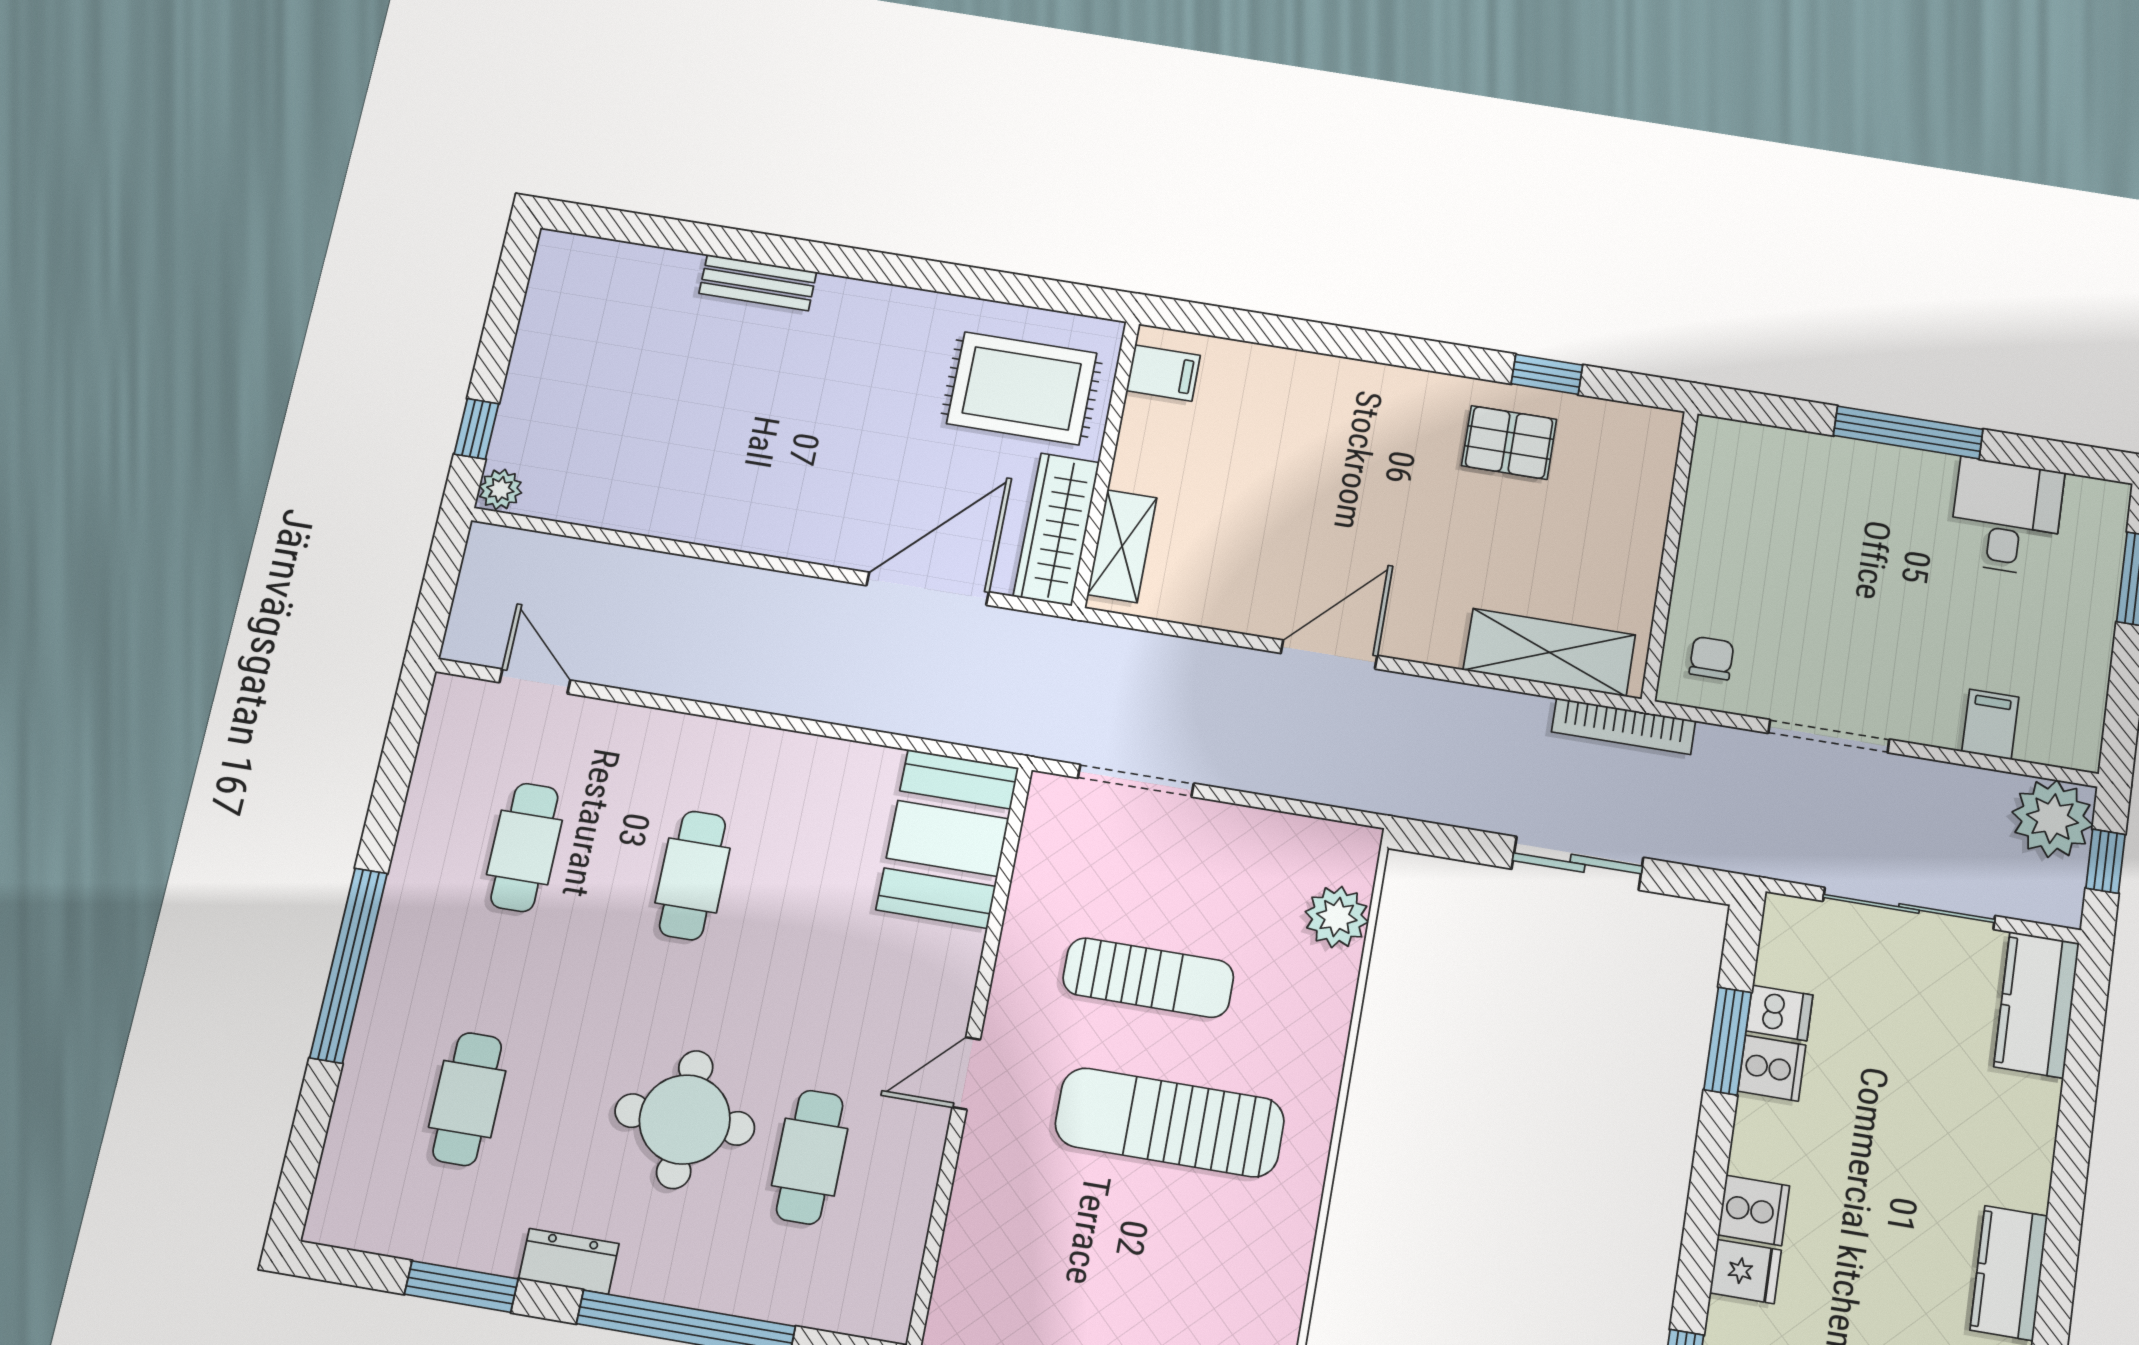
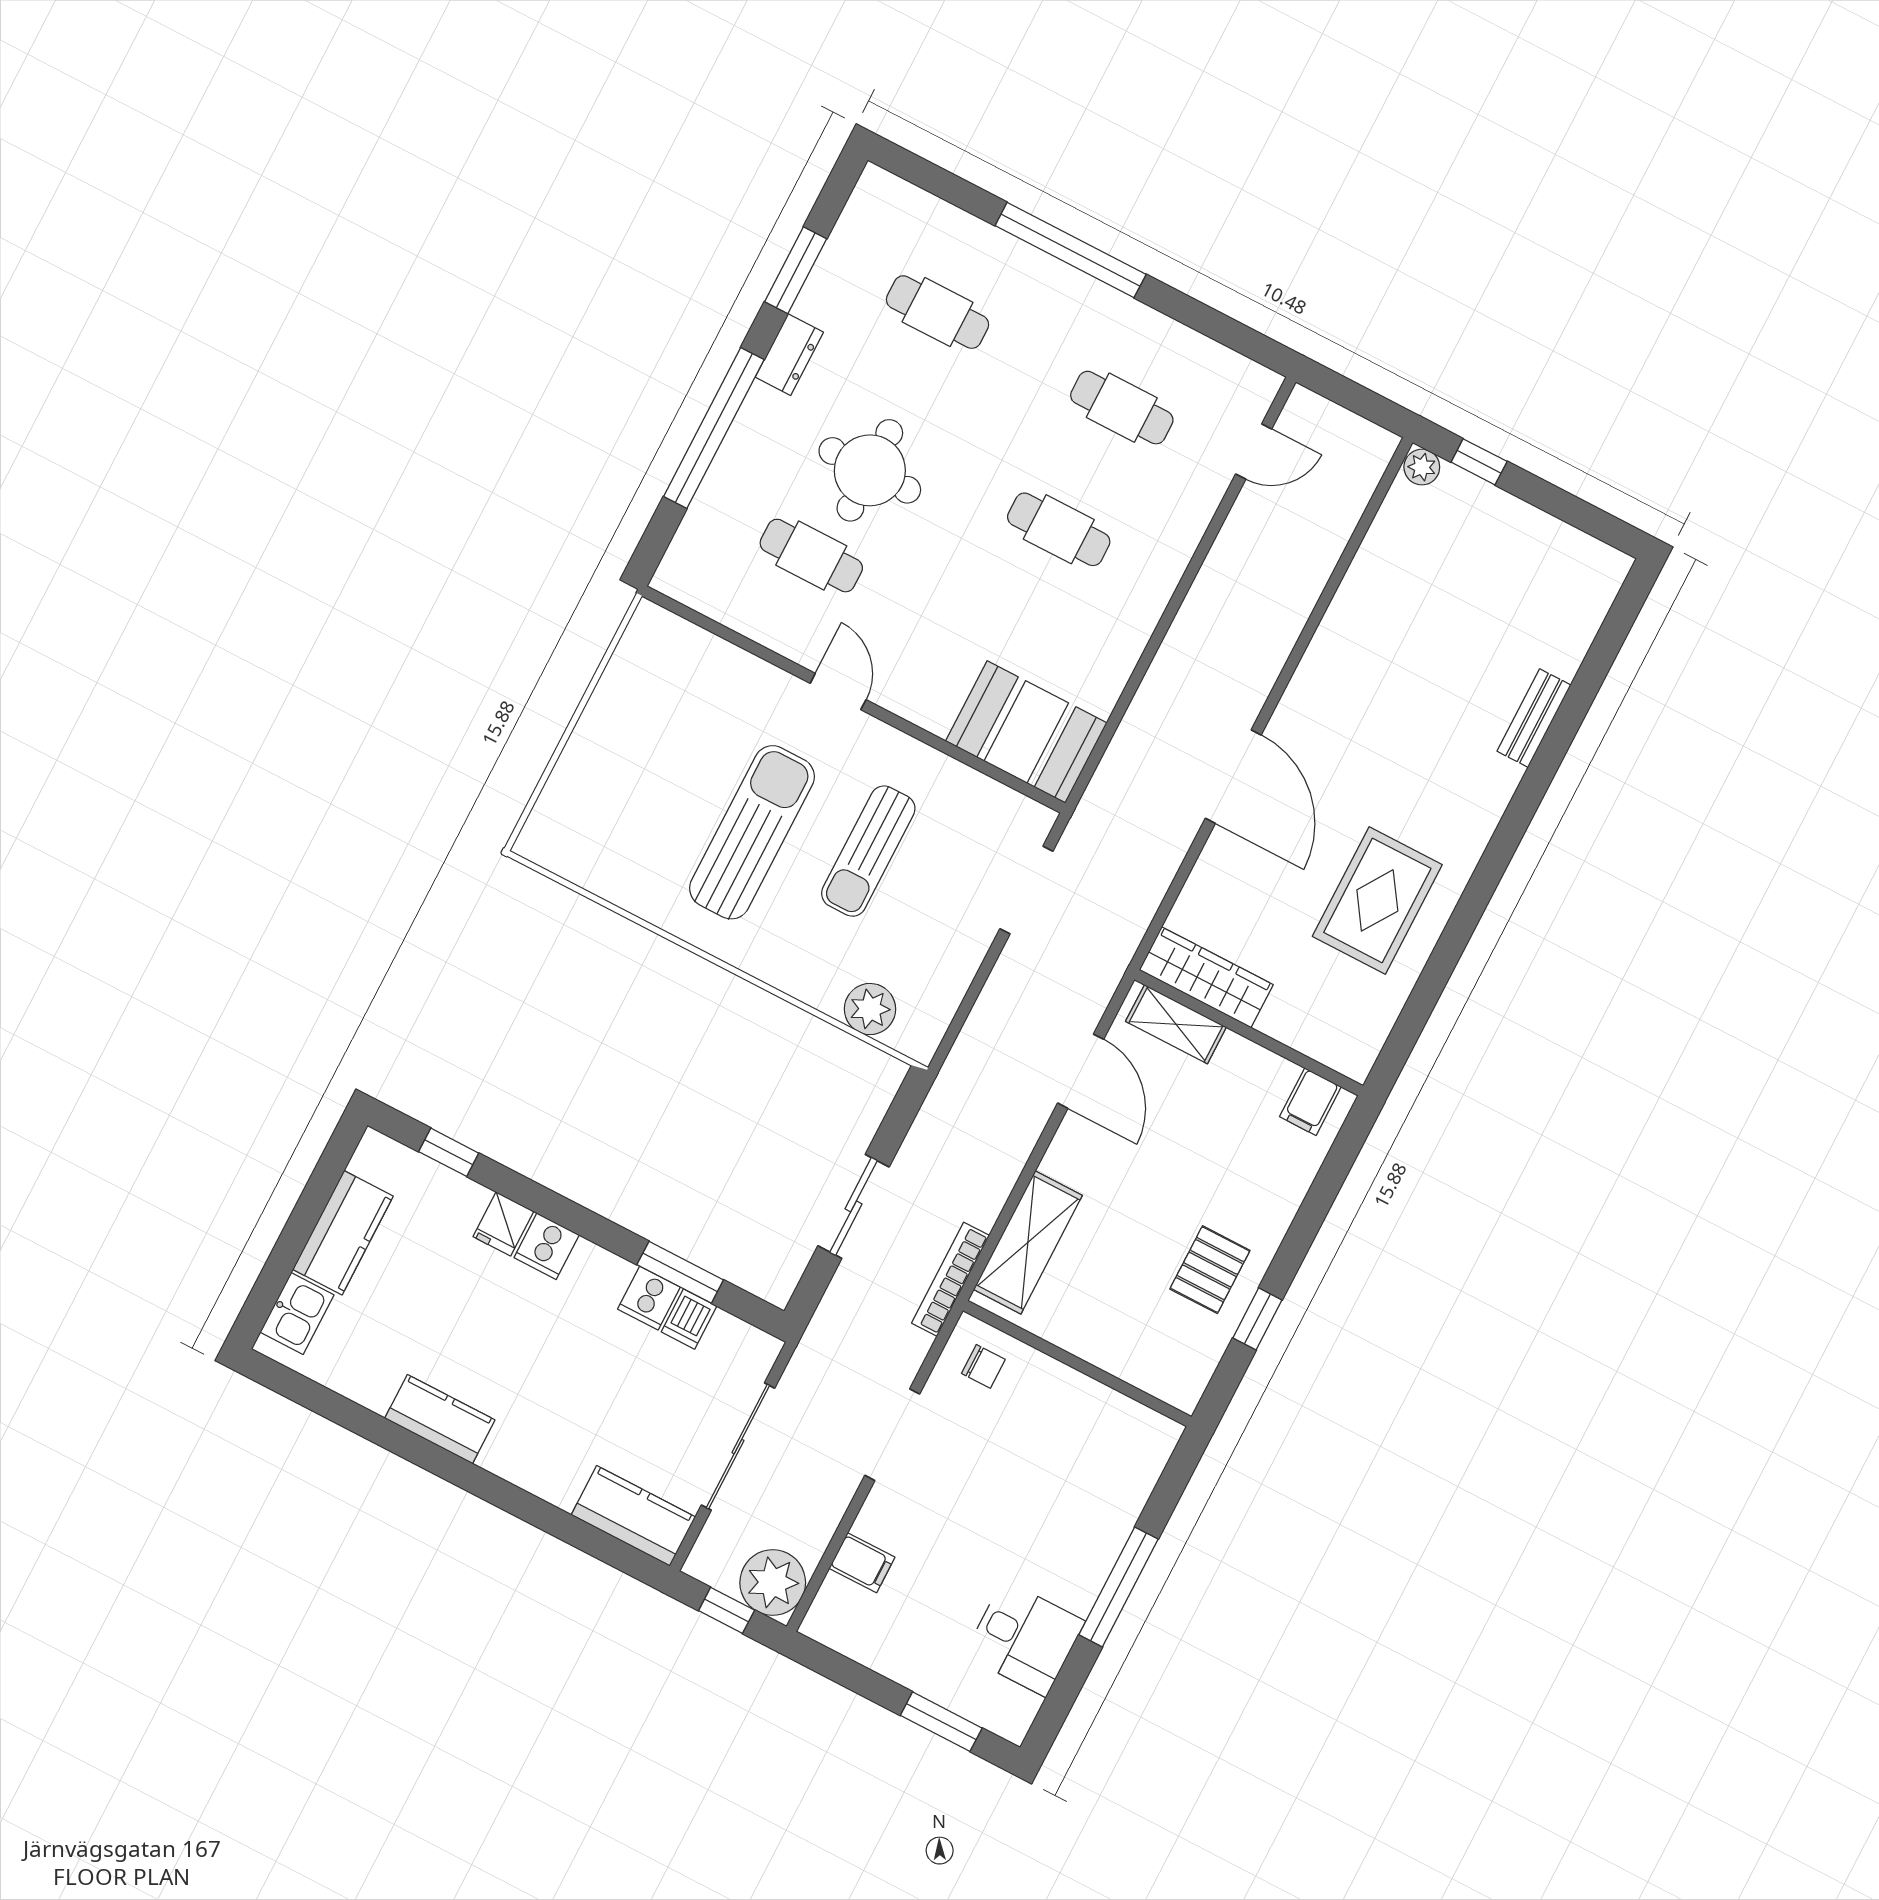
filing cabinet: (1163, 373) -> (1310, 1102), moved
wall: (1106, 463) -> (1249, 1033), moved
wardrobe: (1056, 529) -> (1206, 977), moved
shelving: (1122, 546) -> (1176, 1024), moved

